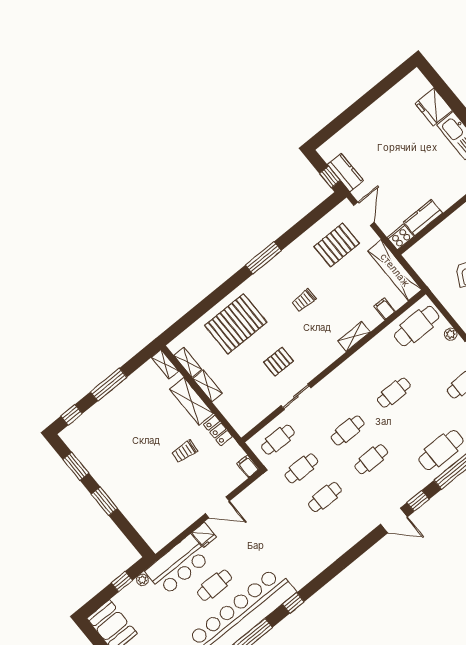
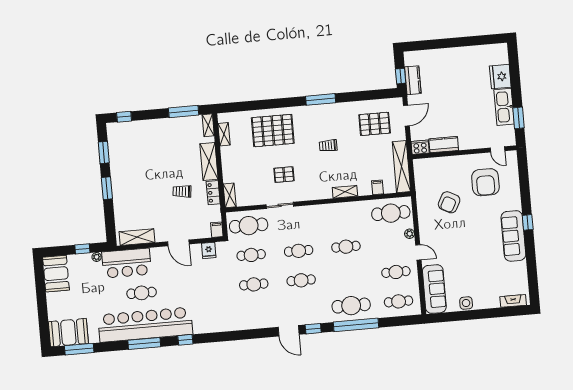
window: (109, 385) -> (184, 111), moved
shelving: (207, 386) -> (230, 195), moved
cafe table: (278, 440) -> (249, 226), width x1.37, depth x1.35
shelving: (170, 531) -> (137, 237), added
fridge: (204, 535) -> (209, 250), moved

